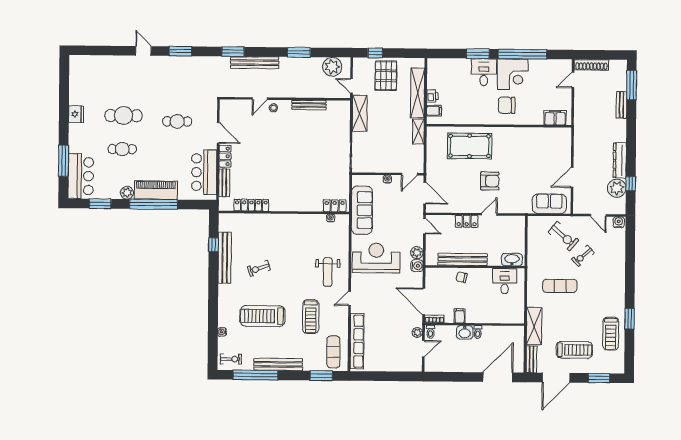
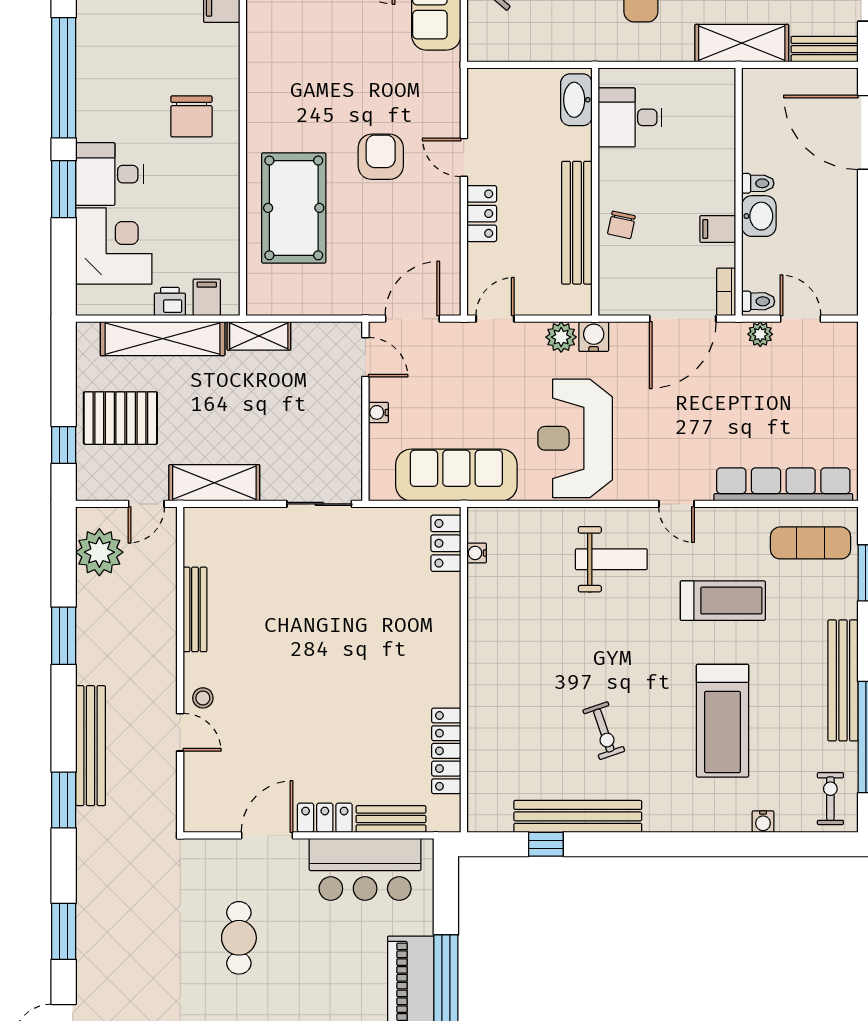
corner desk: (513, 74) -> (114, 246), moved

